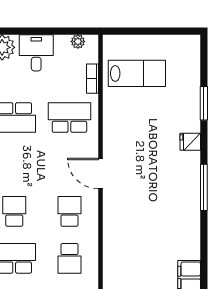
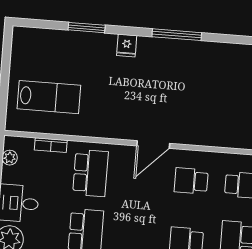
lab bench: (137, 73) -> (49, 97), turned 90
school desk: (69, 118) -> (90, 173), turned 180

